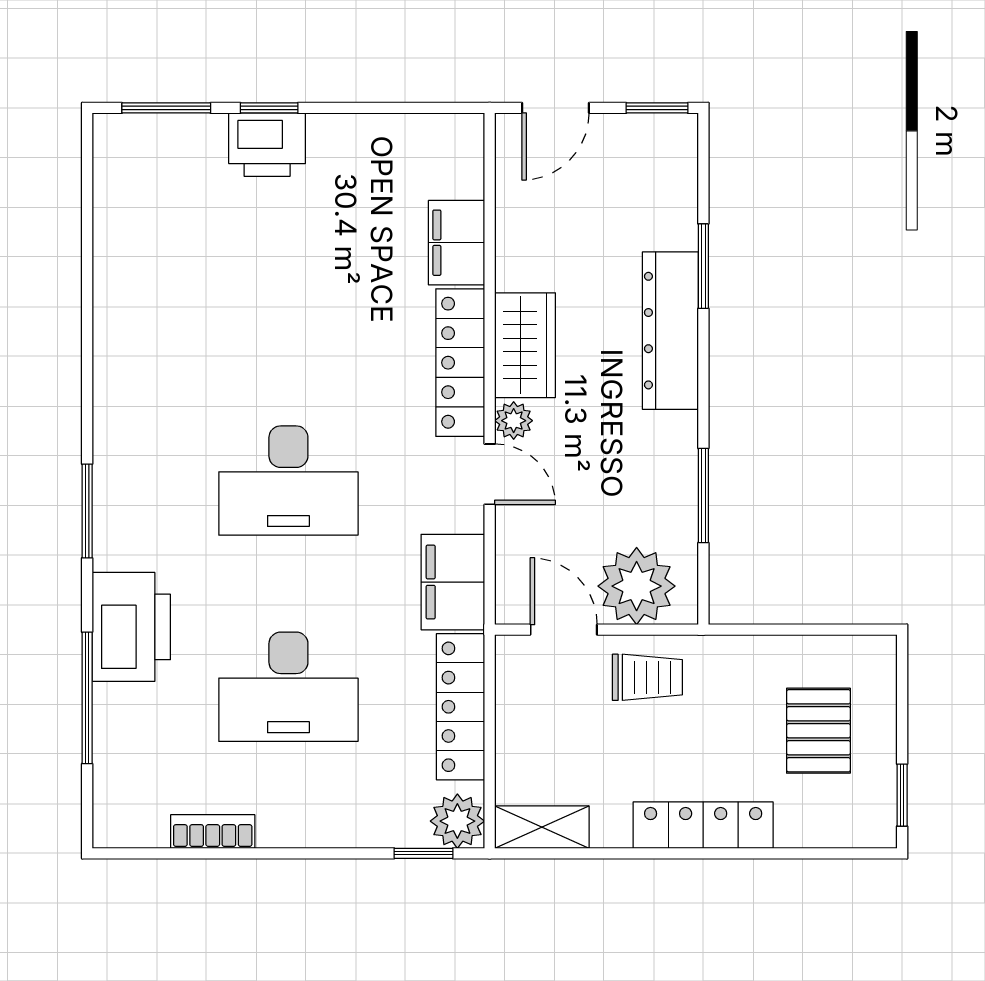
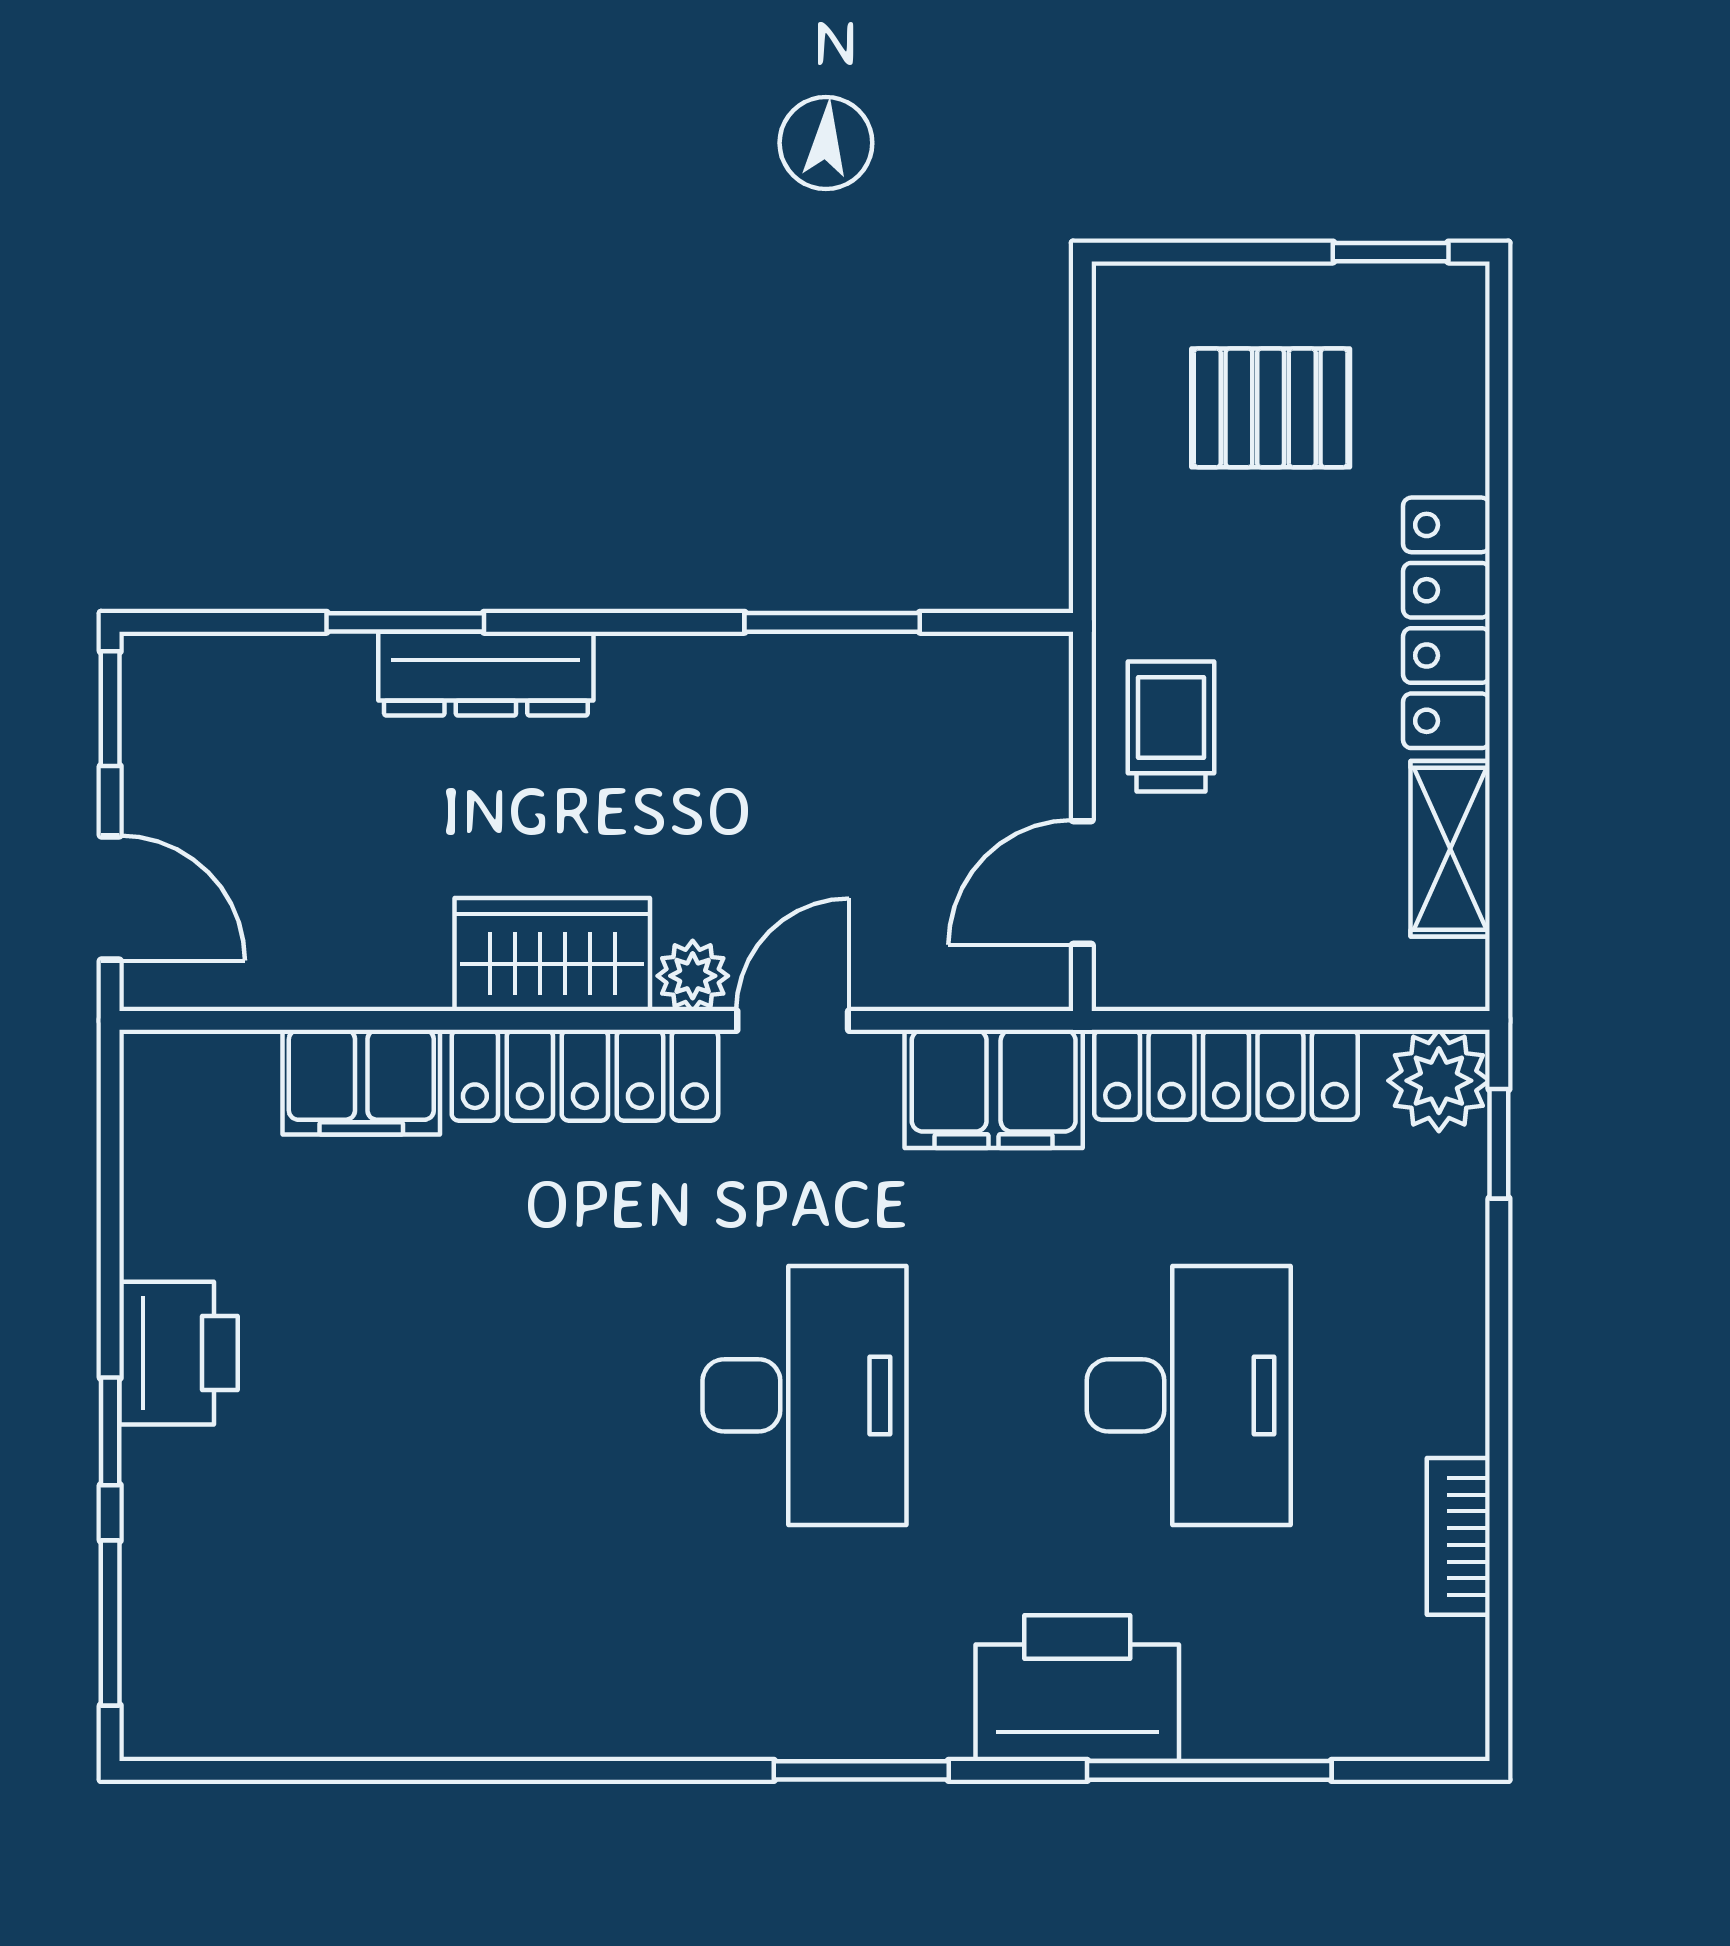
printer: (267, 145) -> (179, 1353), moved
dresser: (670, 331) -> (486, 674), width x0.73, depth x0.80
plant: (637, 586) -> (1001, 747), removed
shelving: (542, 827) -> (1450, 849), moved

